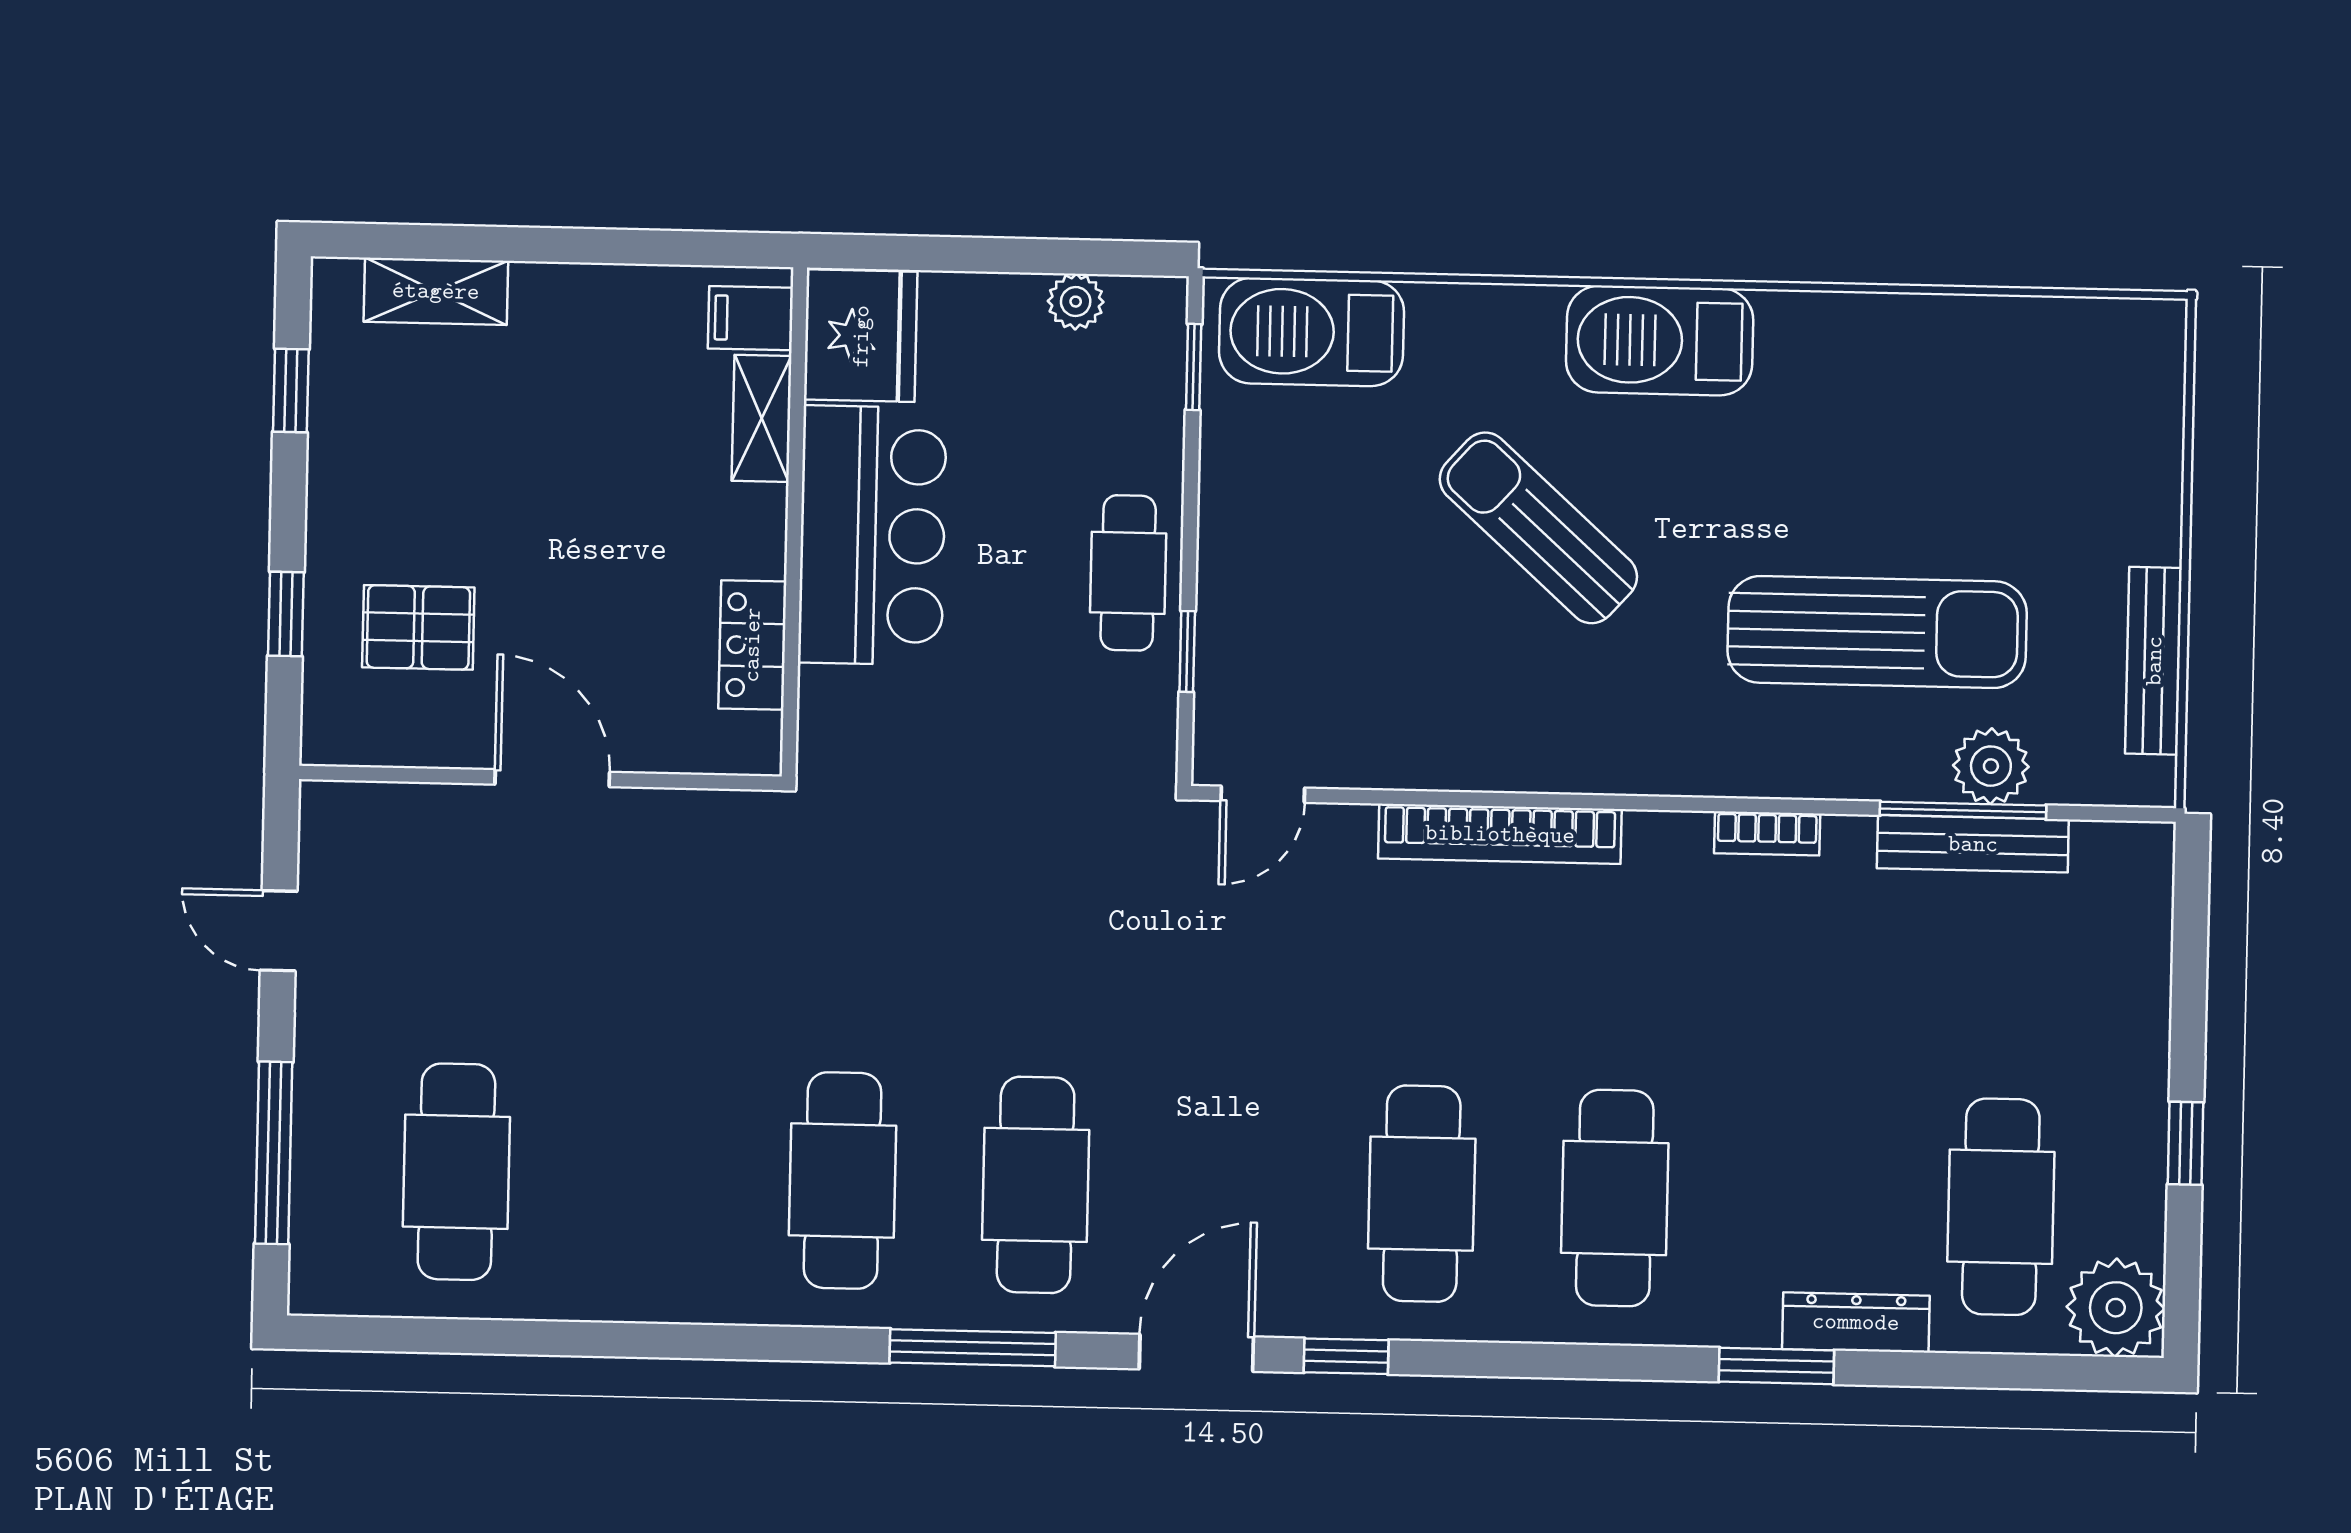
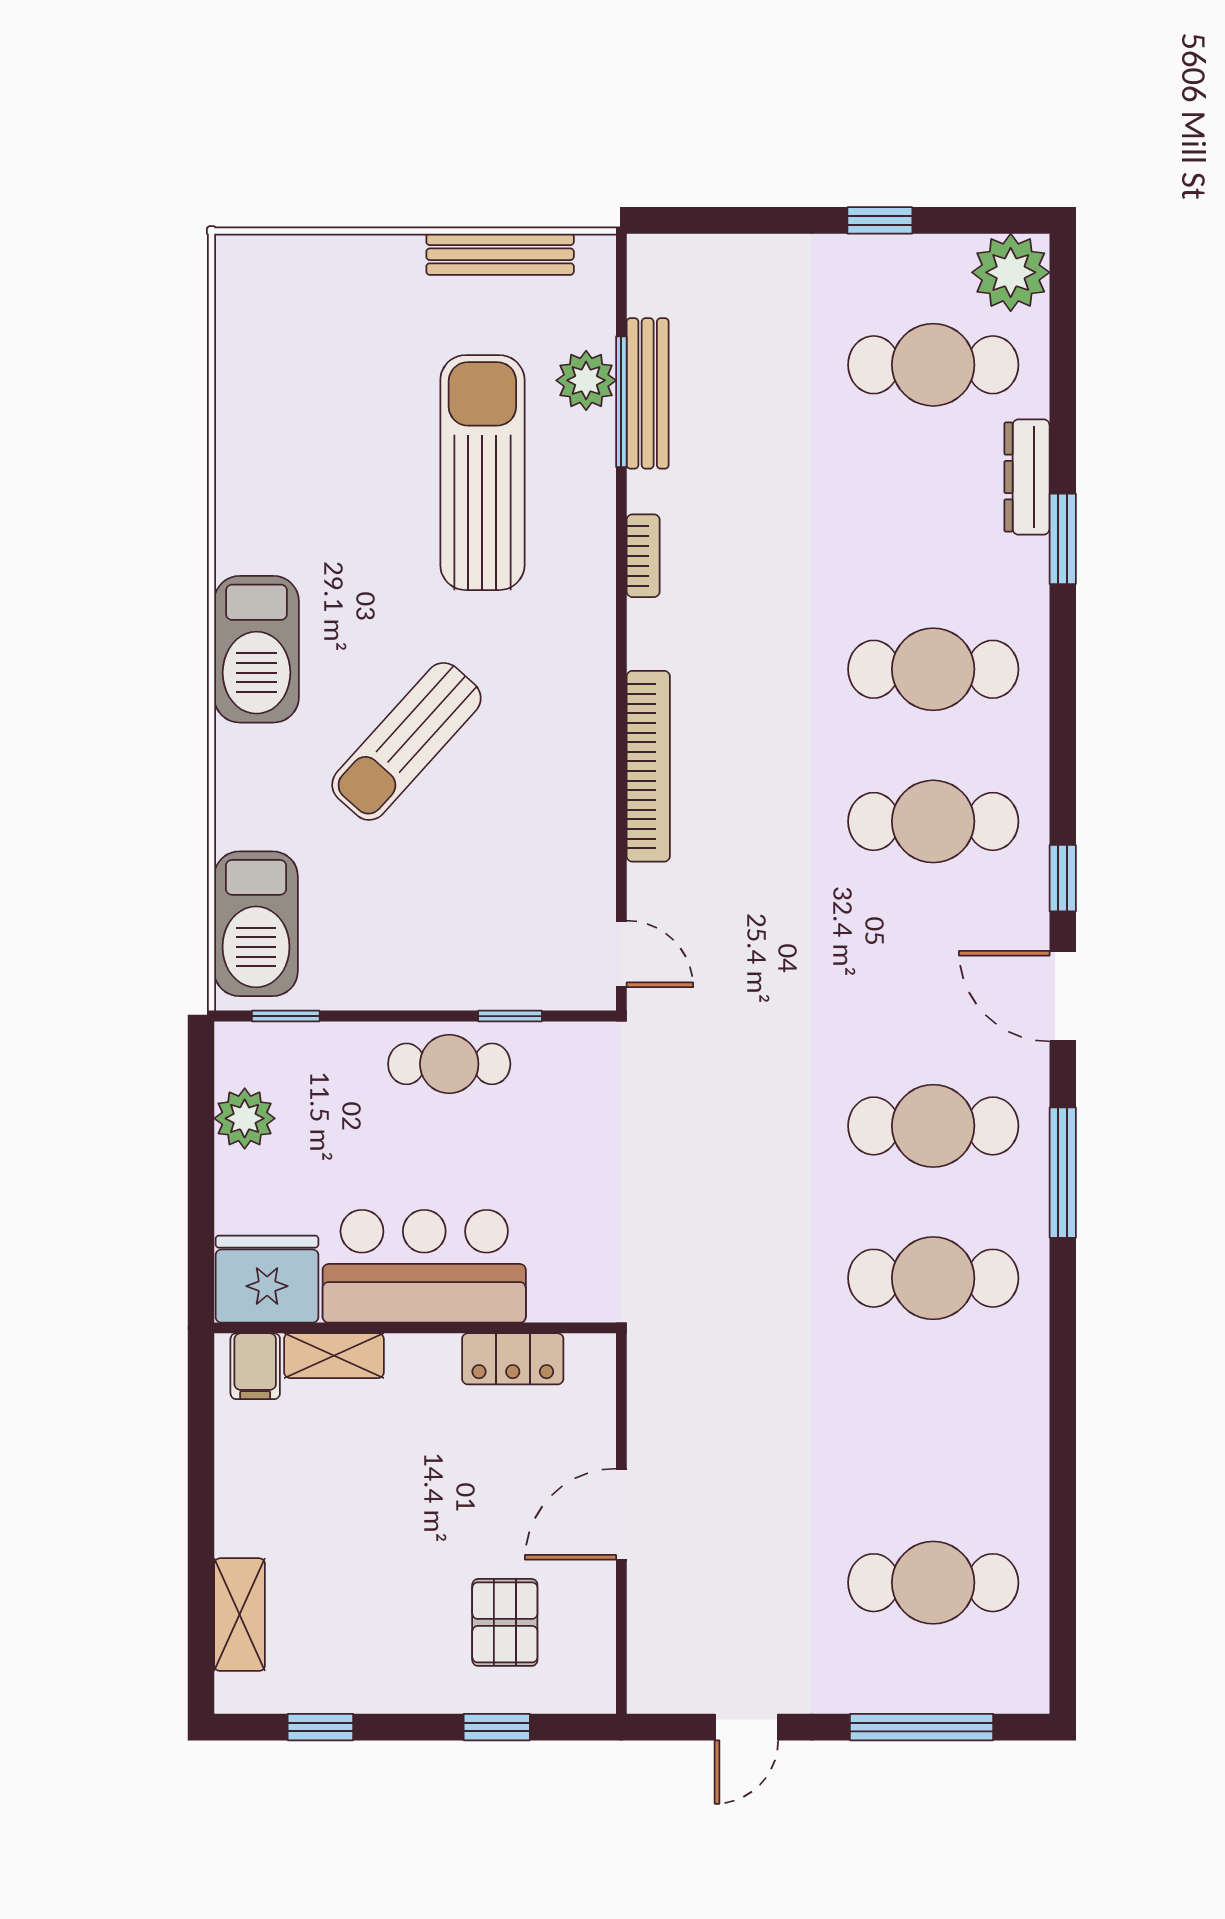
plant: (1076, 302) -> (245, 1118), width x1.38, depth x1.38

